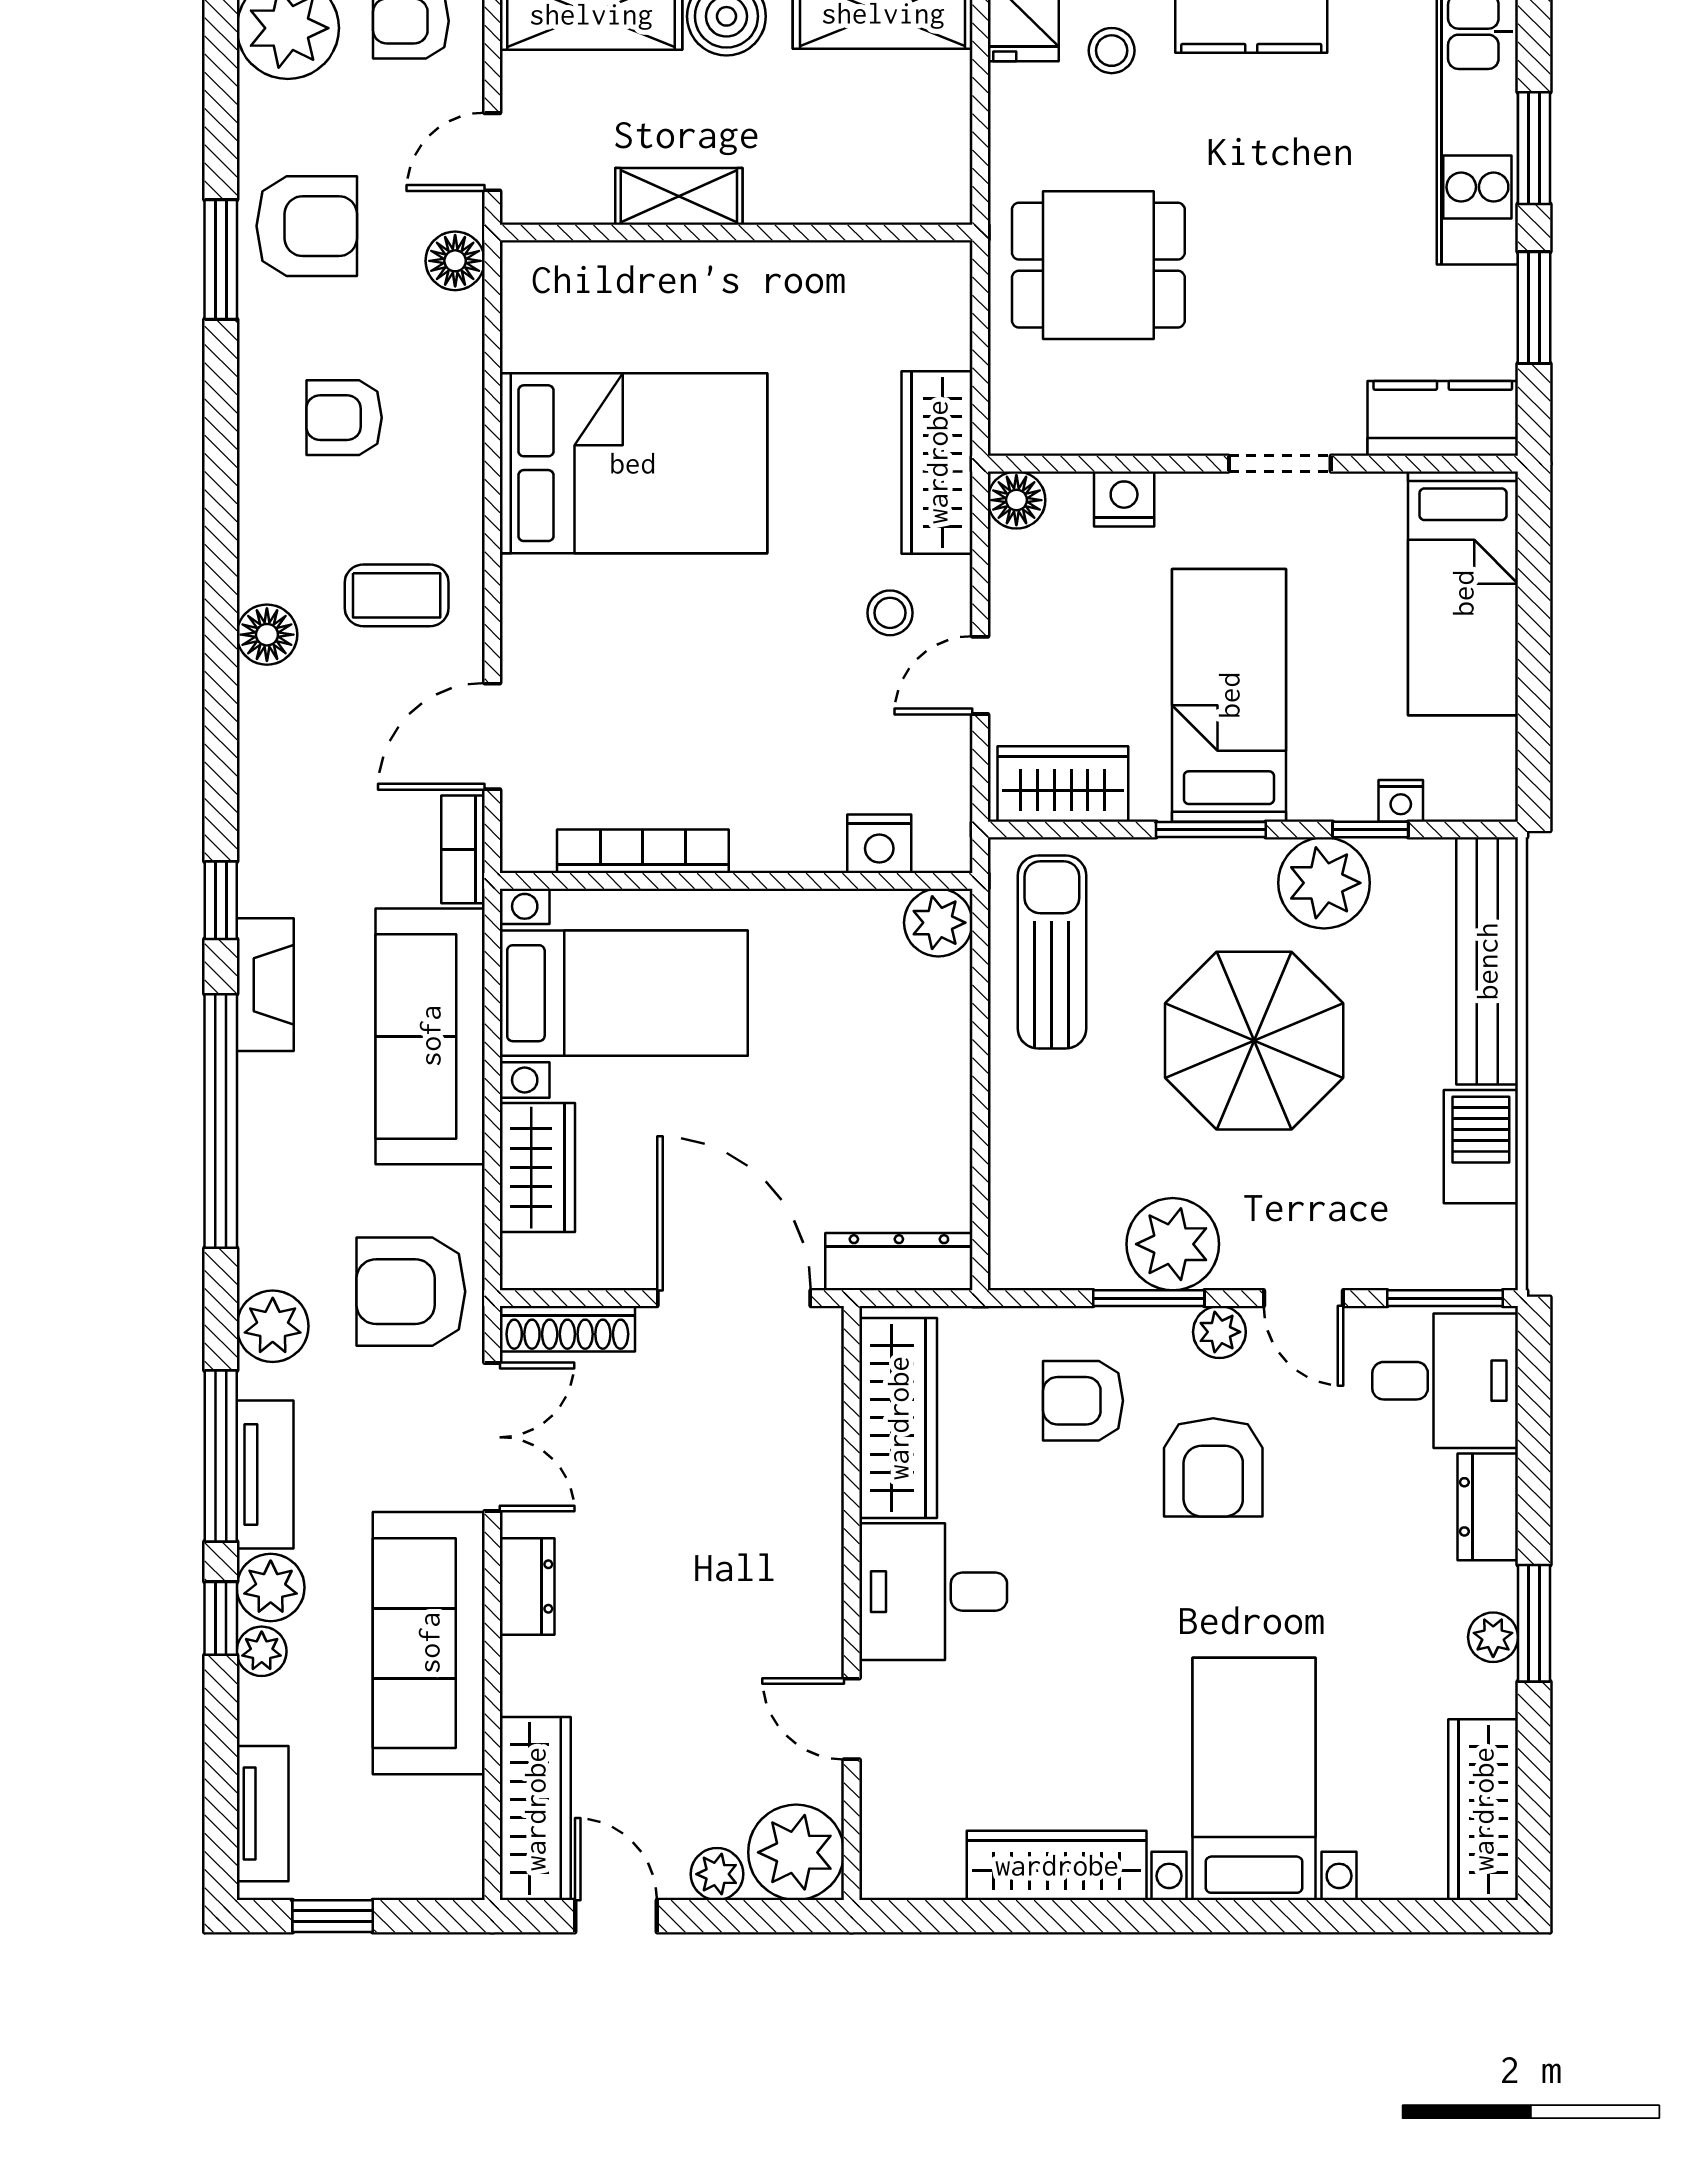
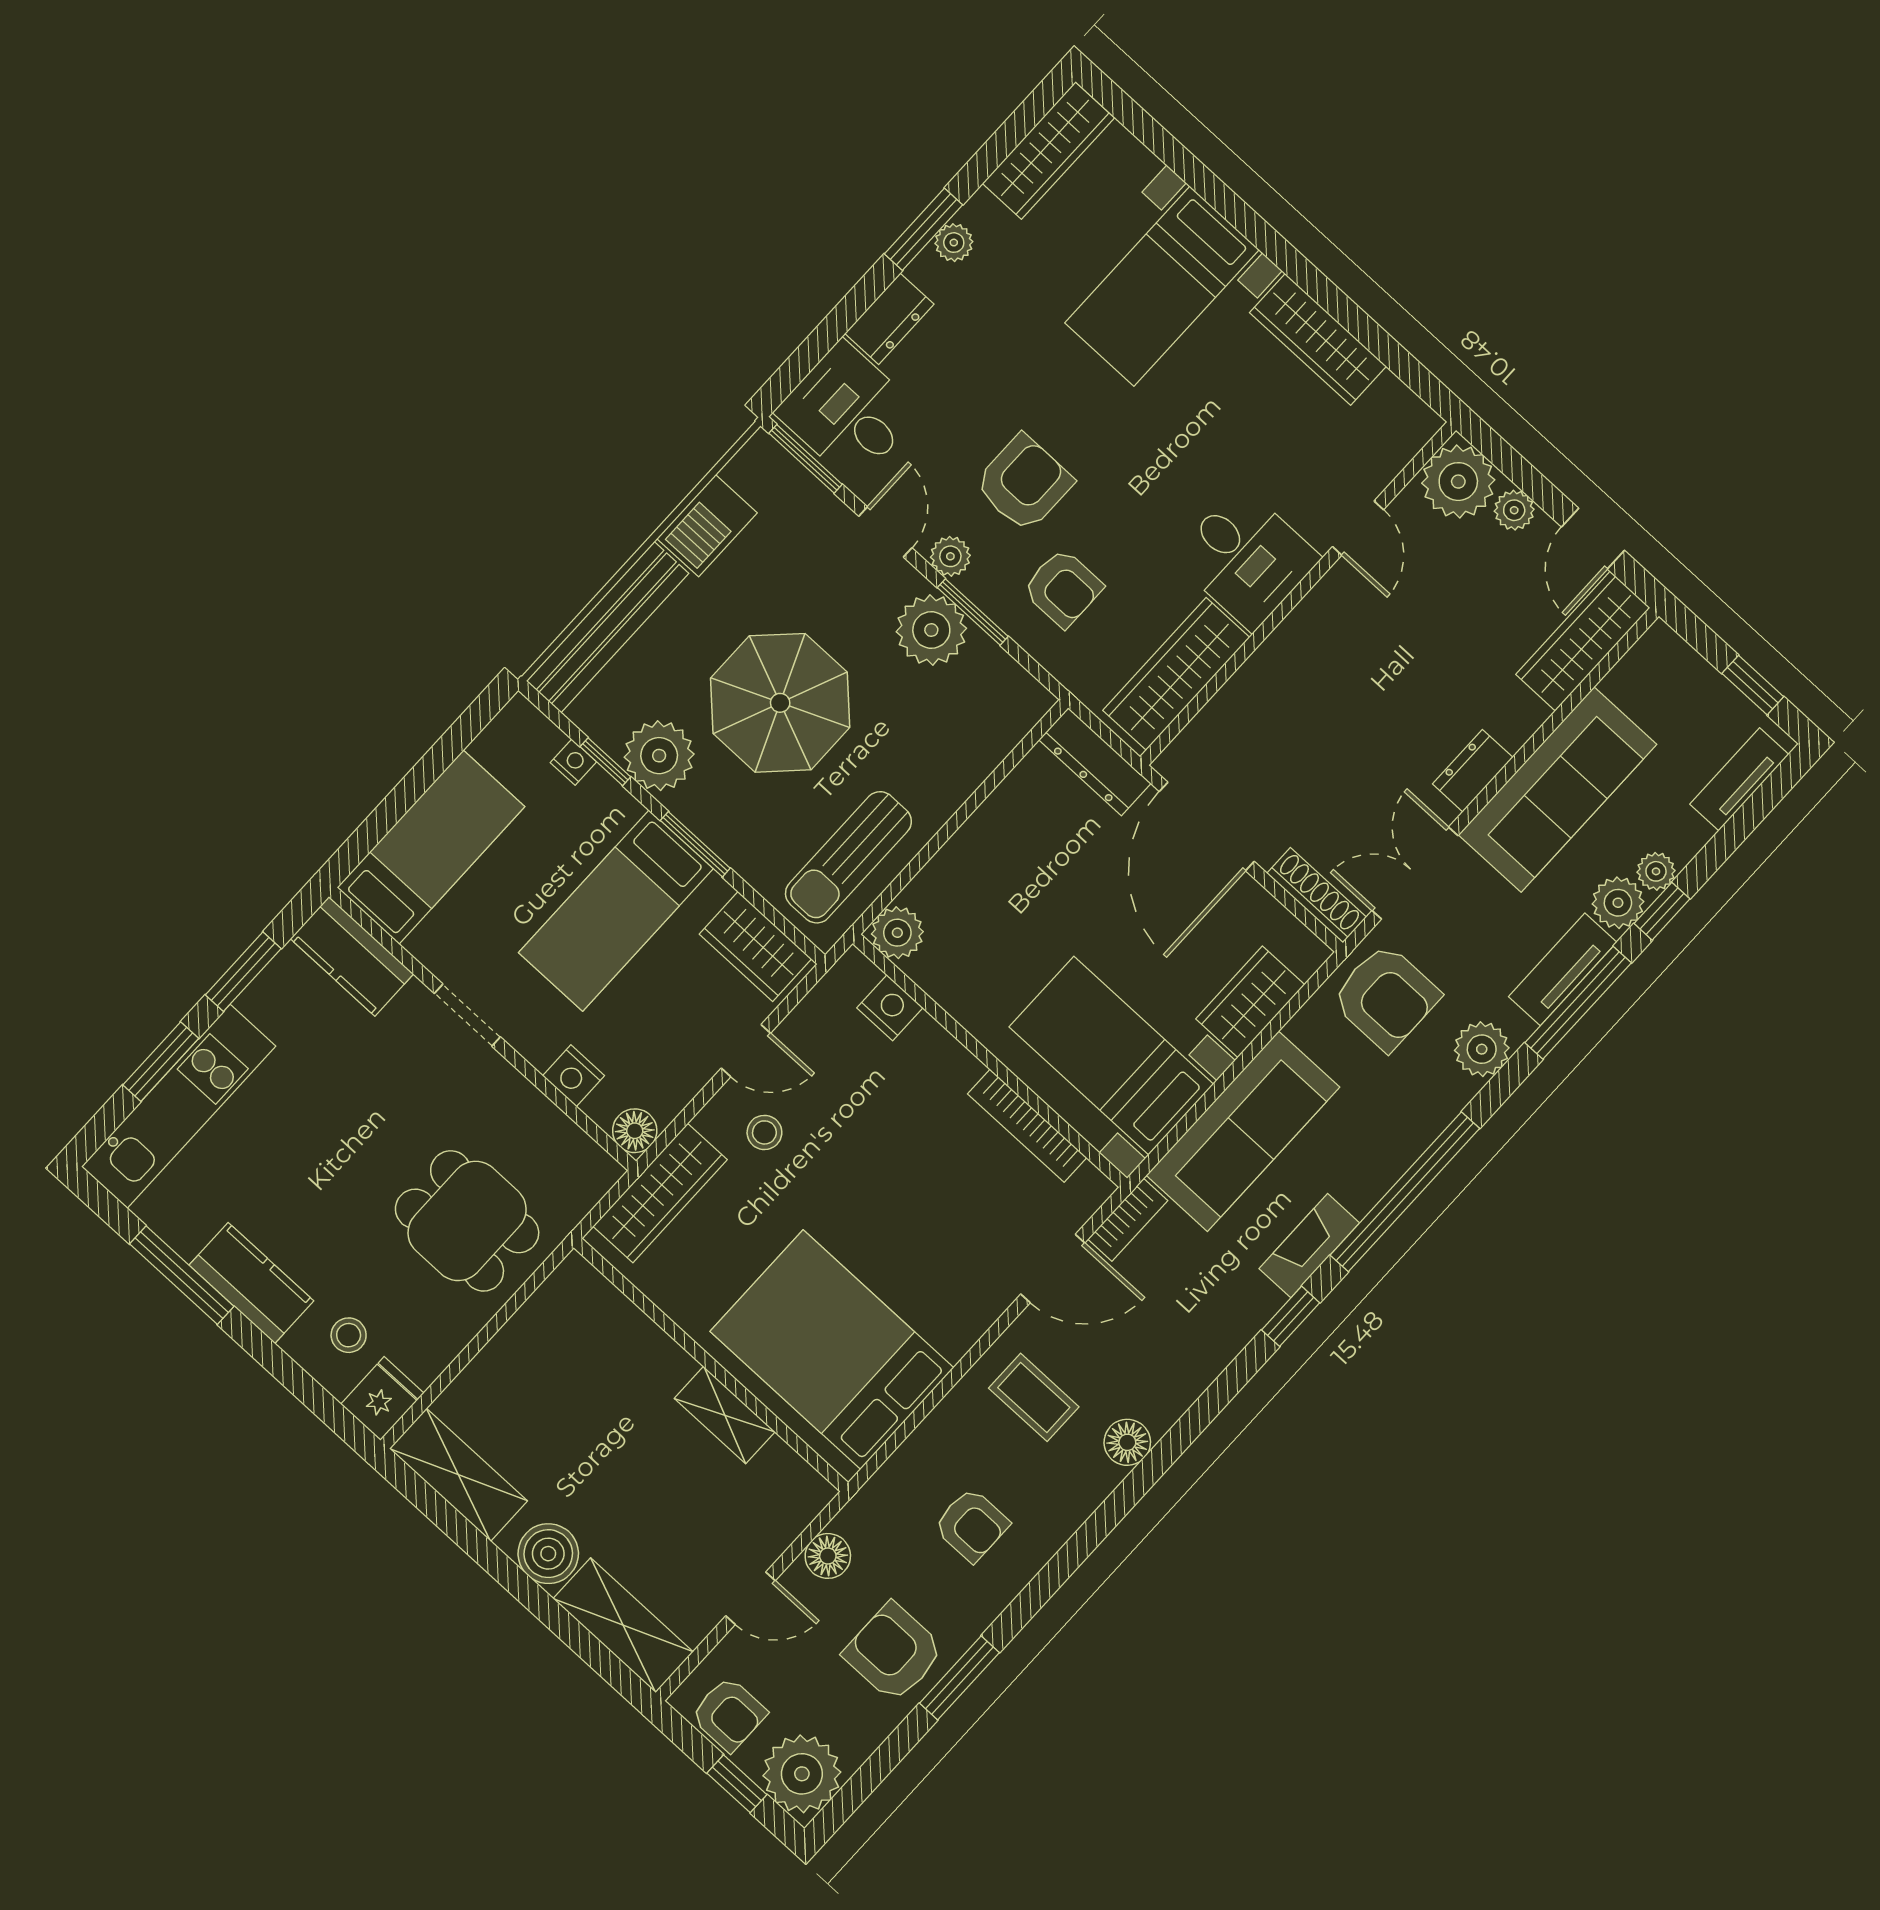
shelving: (679, 196) -> (725, 1415), moved
wall: (736, 233) -> (711, 1365), moved

